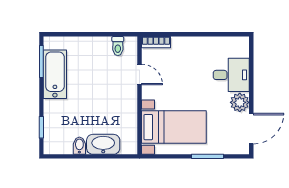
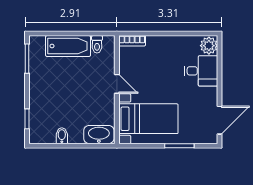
bathtub: (55, 74) -> (68, 46), moved, turned 90
door: (139, 74) -> (117, 84), moved
plant: (240, 102) -> (209, 46), moved
washbasin: (103, 144) -> (99, 135), moved

